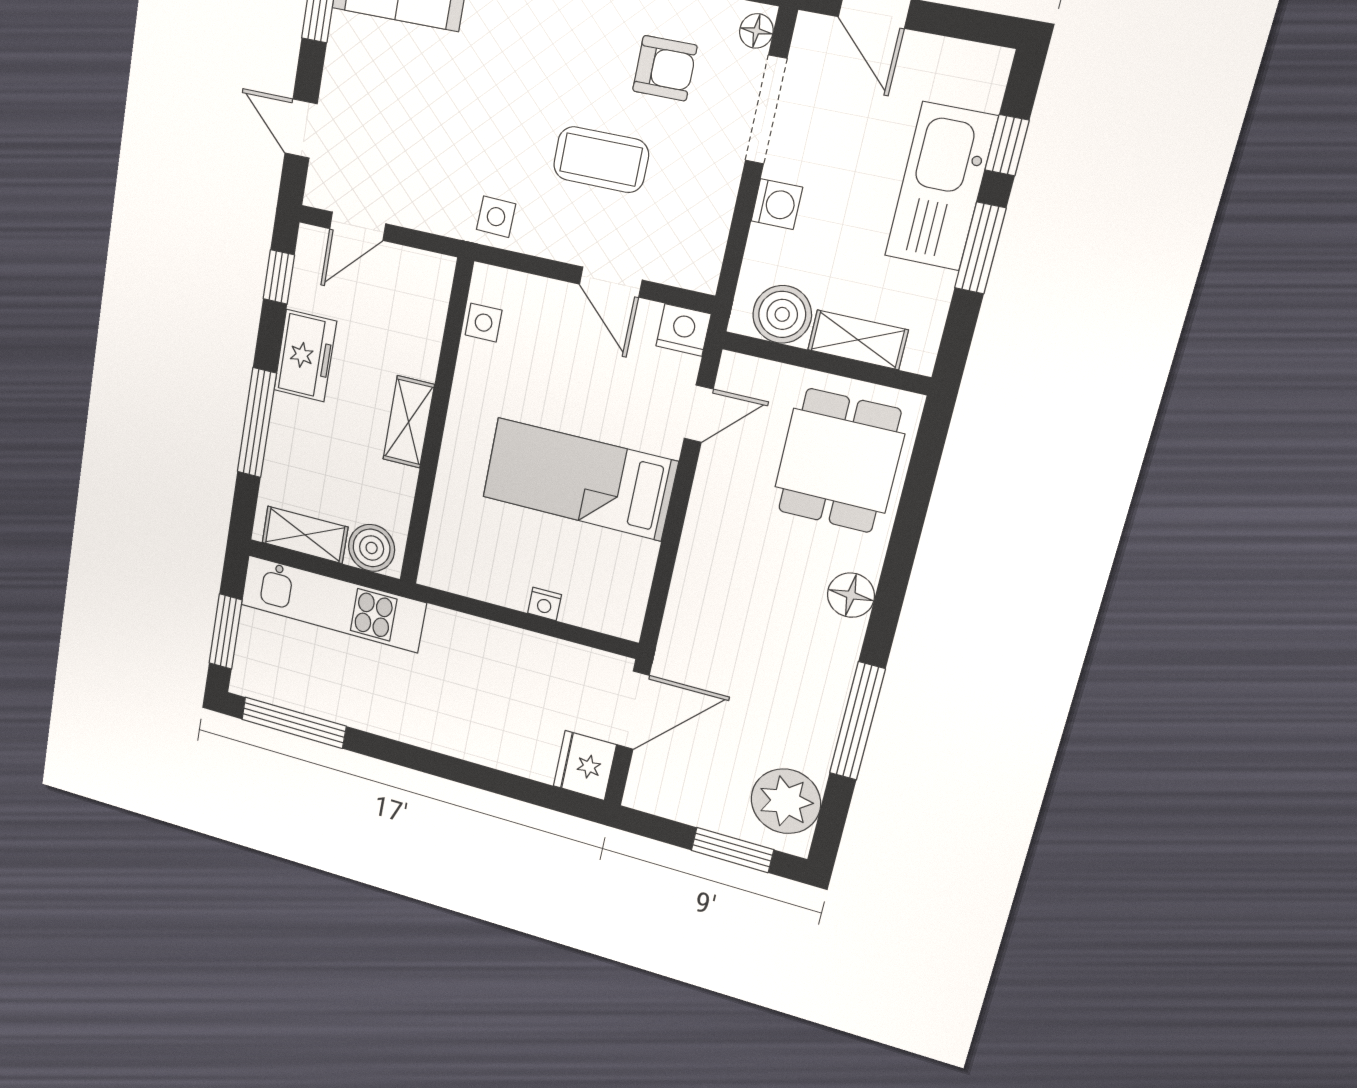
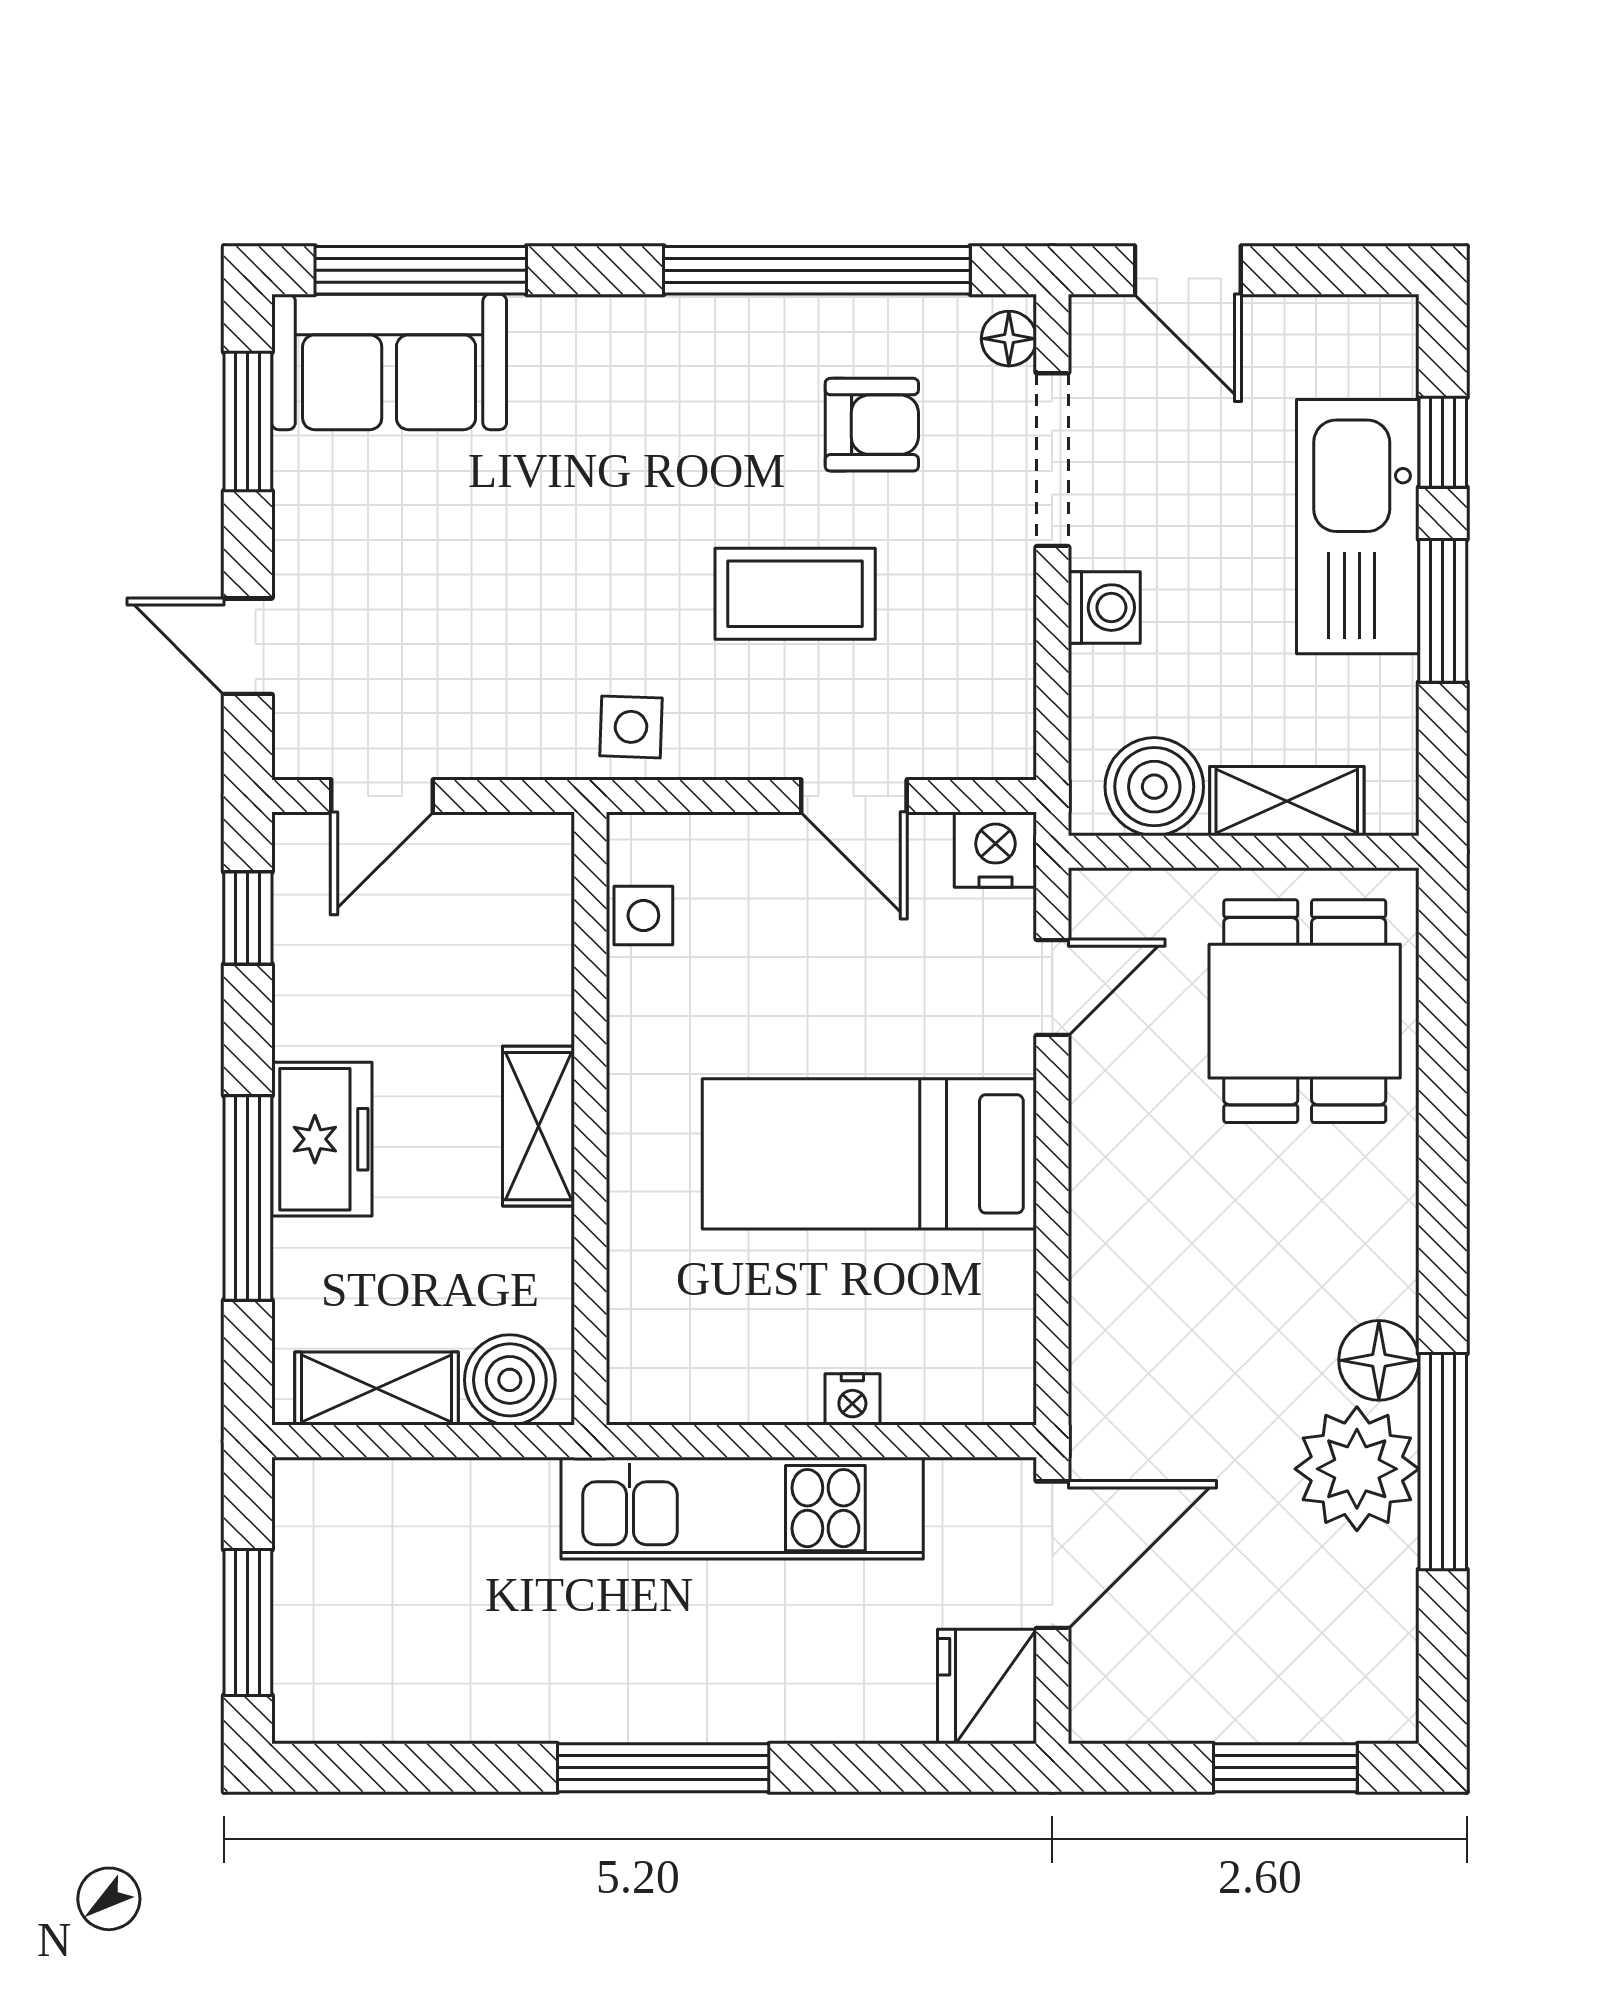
freezer: (305, 356) -> (322, 1139), moved
floor lamp: (851, 595) -> (1379, 1360), moved
kitchen unit: (333, 604) -> (742, 1508), moved
window: (294, 723) -> (663, 1768), moved
plant: (786, 801) -> (1357, 1469), moved

